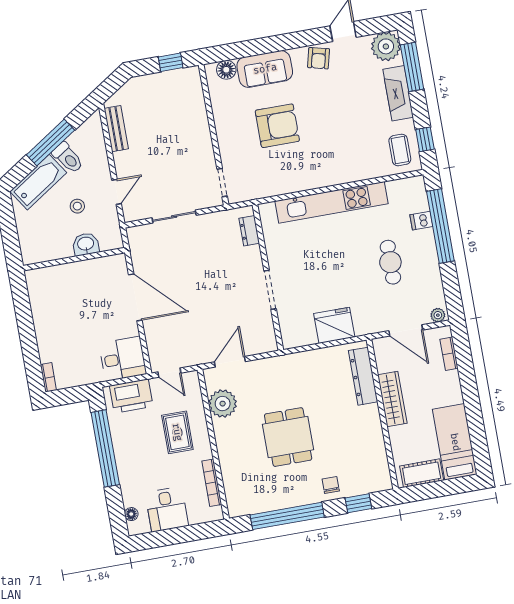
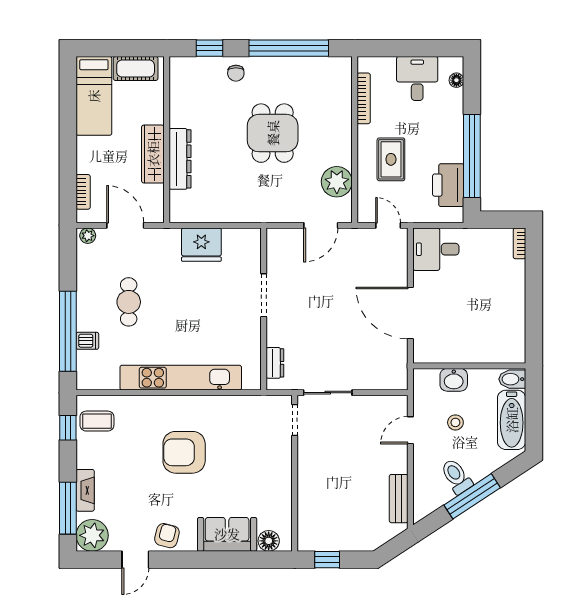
fireplace: (398, 93) -> (85, 490), width x0.73, depth x0.76
armchair: (277, 126) -> (184, 452), moved
coffee table: (400, 150) -> (97, 421), turned 90
bathtub: (38, 182) -> (512, 420), moved, turned -57
sliding door: (174, 216) -> (328, 393), moved
bidet: (33, 254) -> (512, 379), added
dresser: (363, 376) -> (180, 159), moved
printer: (131, 396) -> (448, 185), moved, turned -90

